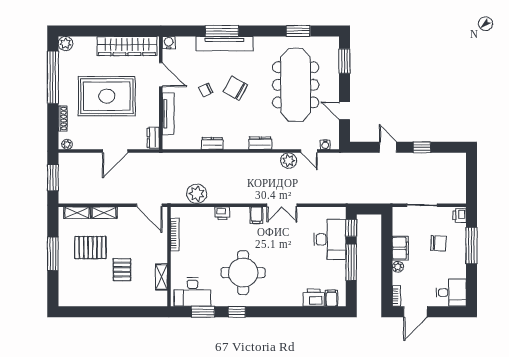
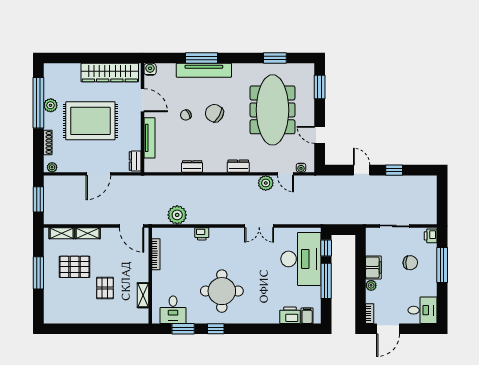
plant: (65, 44) -> (51, 105), moved
filing cabinet: (256, 215) -> (235, 236), removed
desk: (330, 239) -> (301, 259), width x1.36, depth x1.30
desk: (193, 292) -> (173, 310), width x0.73

